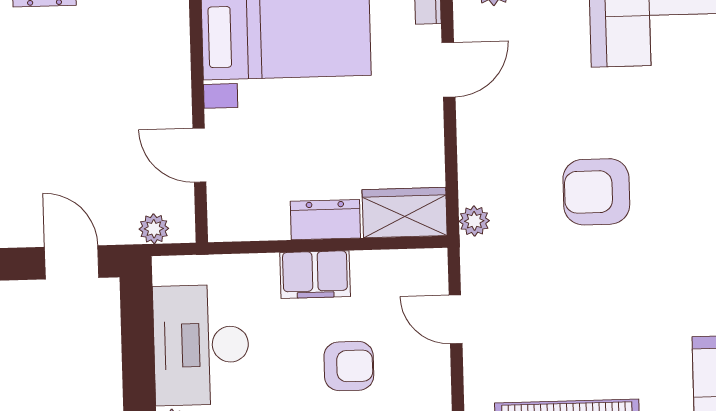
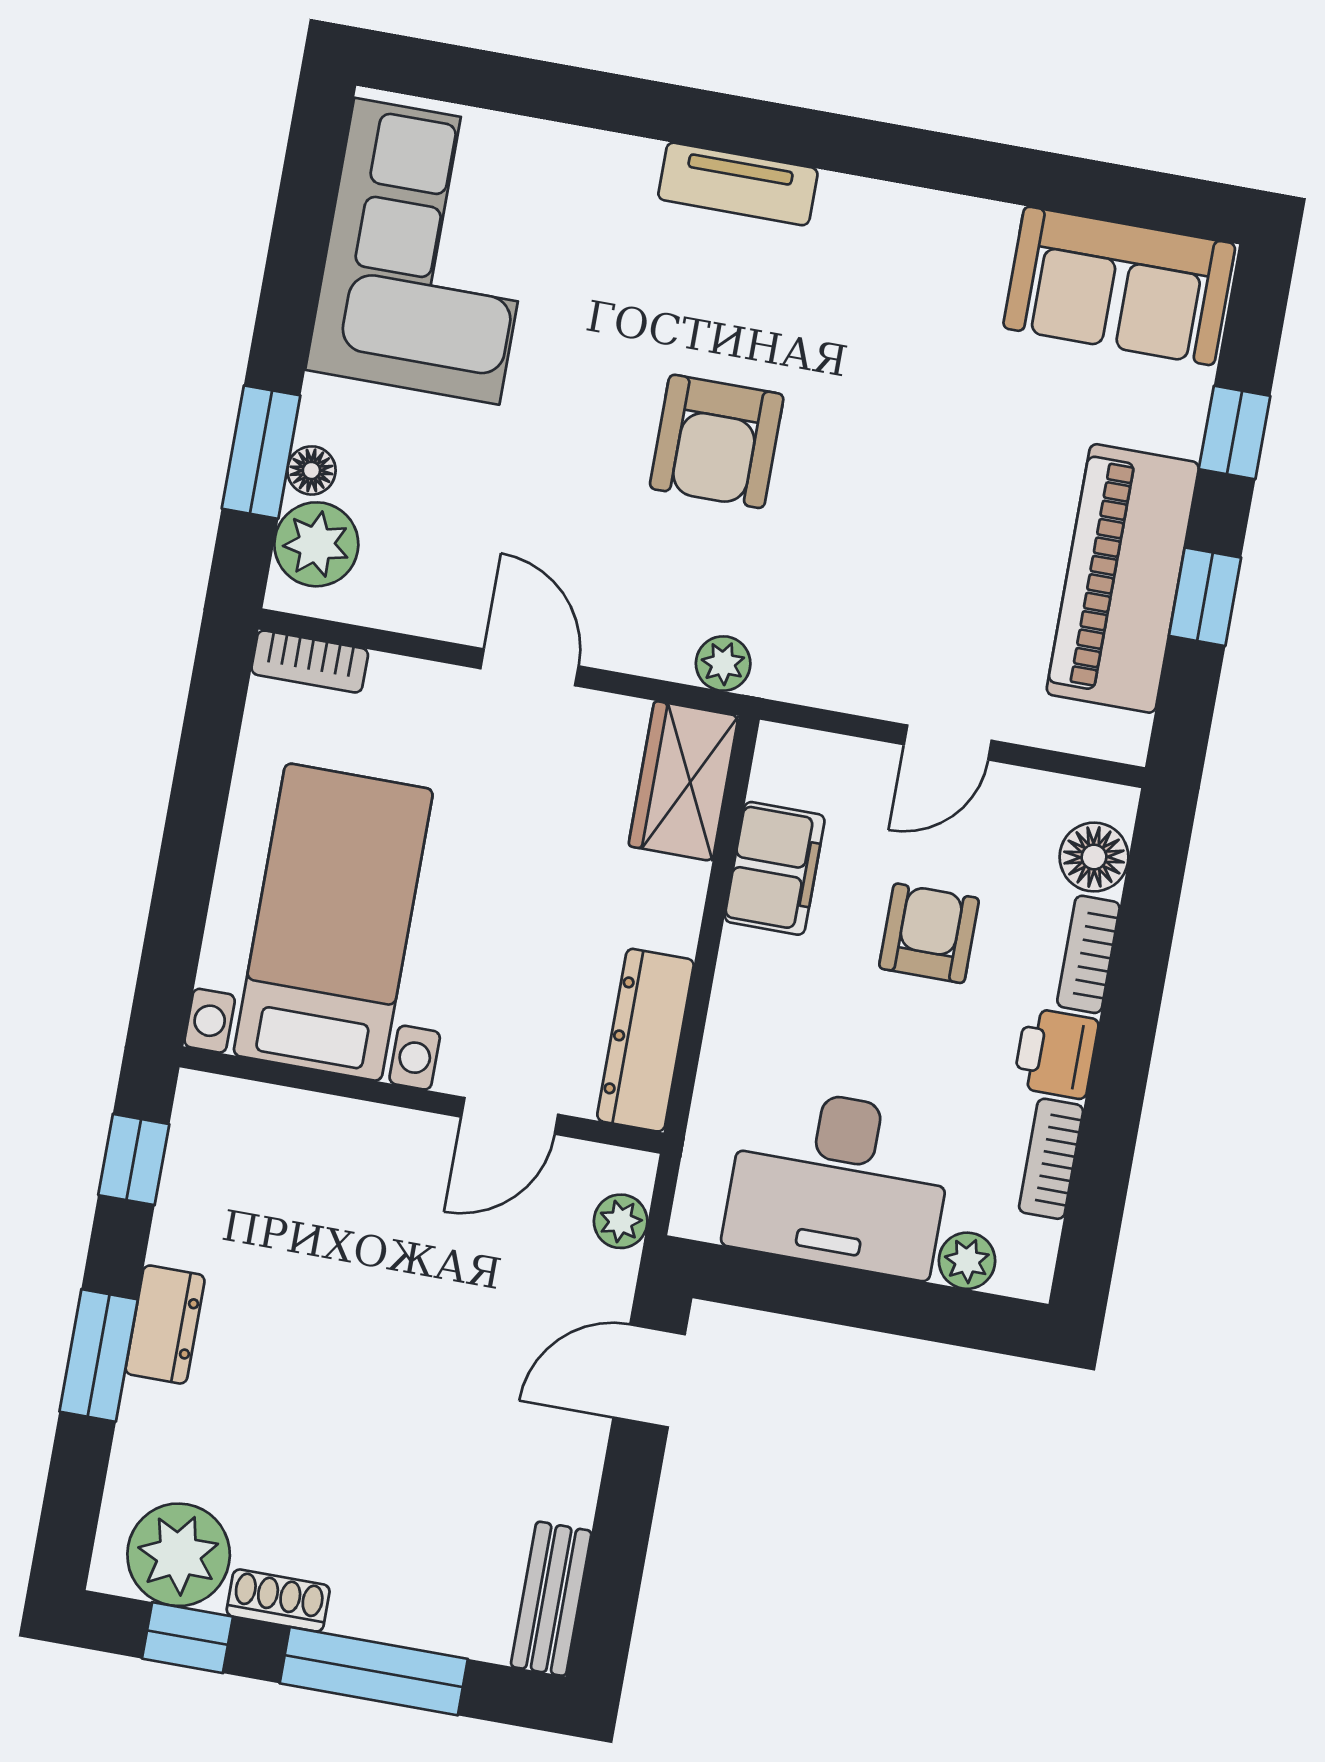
door: (449, 70) -> (529, 667), moved
dresser: (325, 220) -> (645, 1040), moved, width x1.44
filing cabinet: (315, 275) -> (775, 868), moved
door: (456, 319) -> (948, 743), moved

